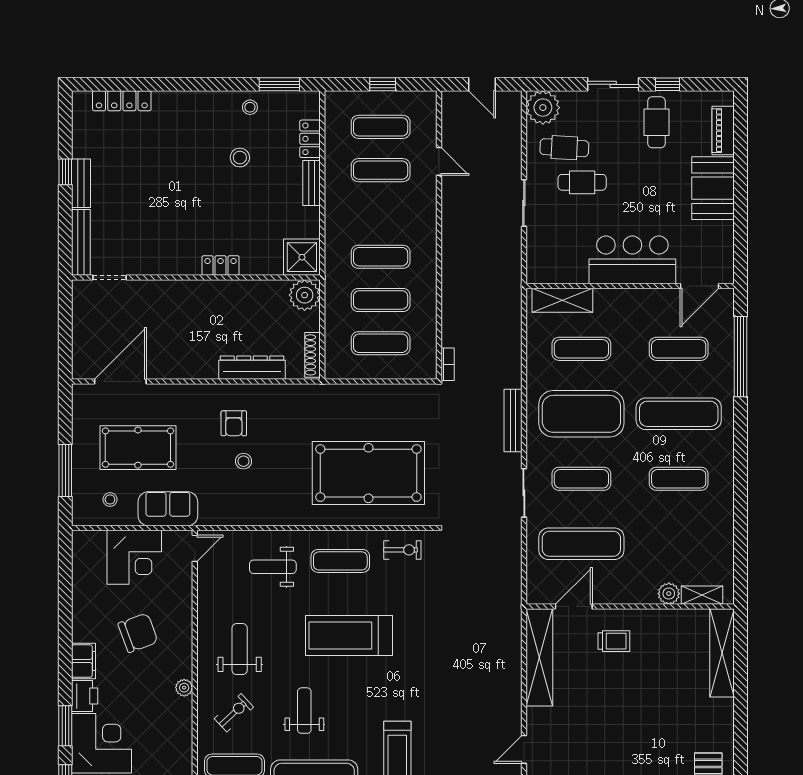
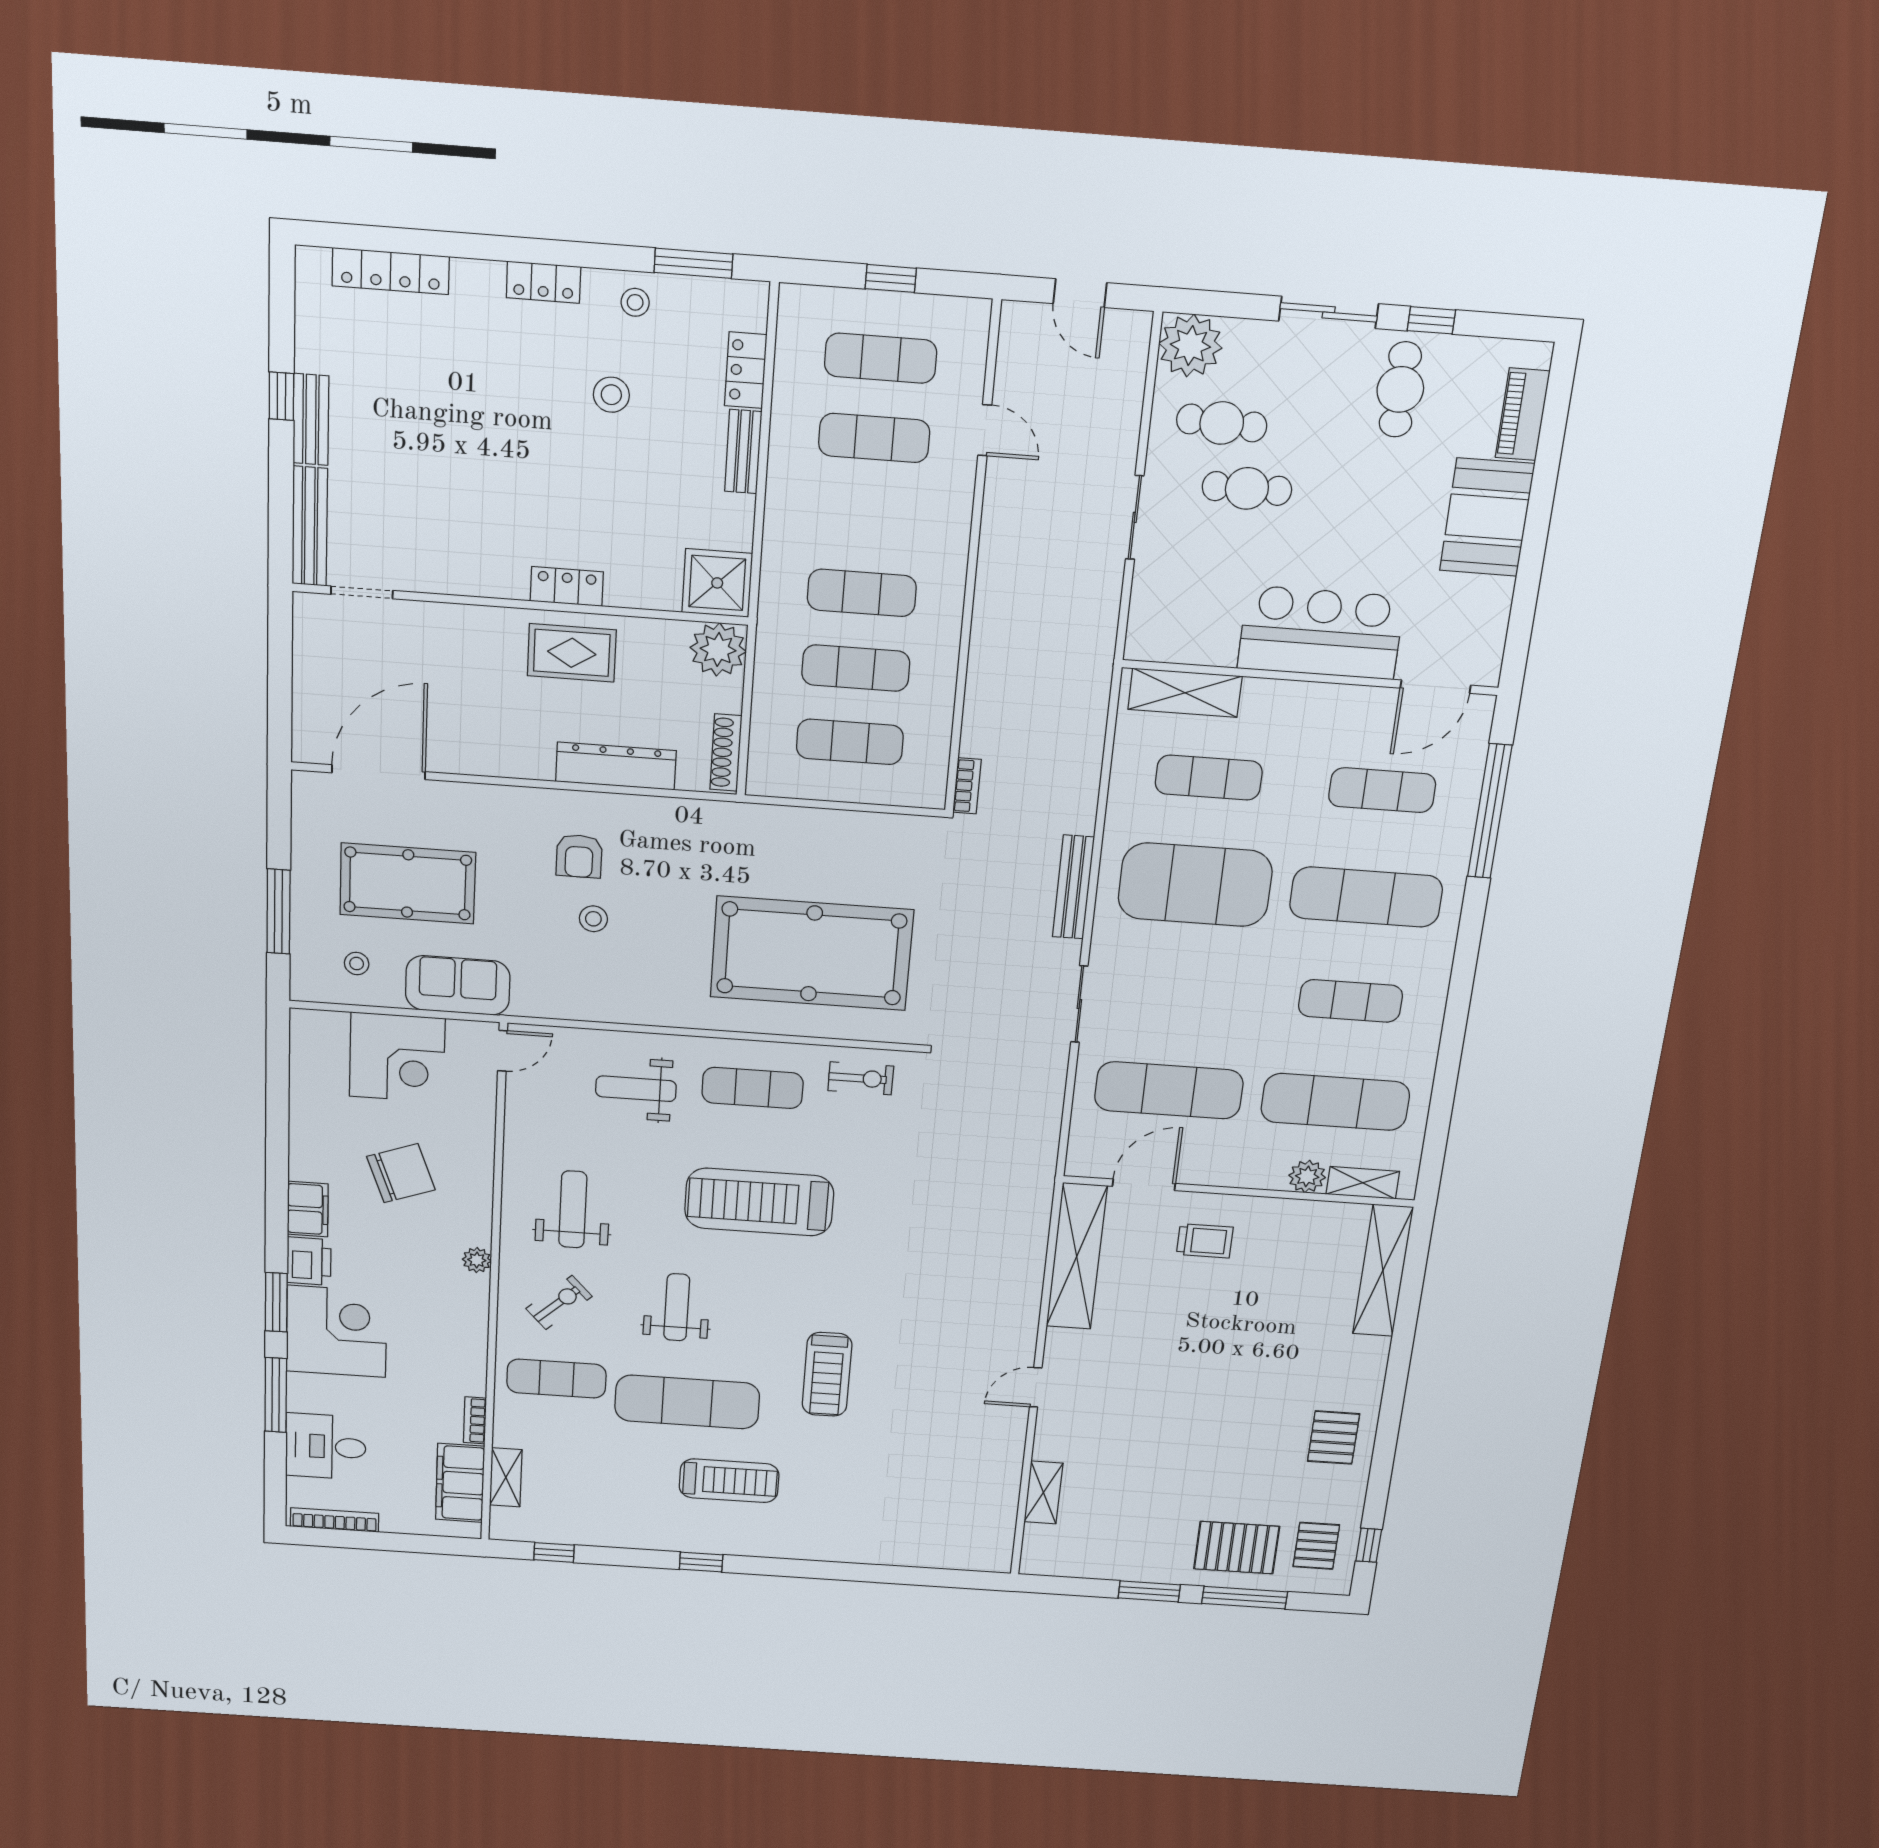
locker: (202, 100) -> (544, 282), added
rug: (225, 303) -> (572, 653), added
exercise mat: (581, 479) -> (1335, 1102), moved, width x1.36, depth x1.45

